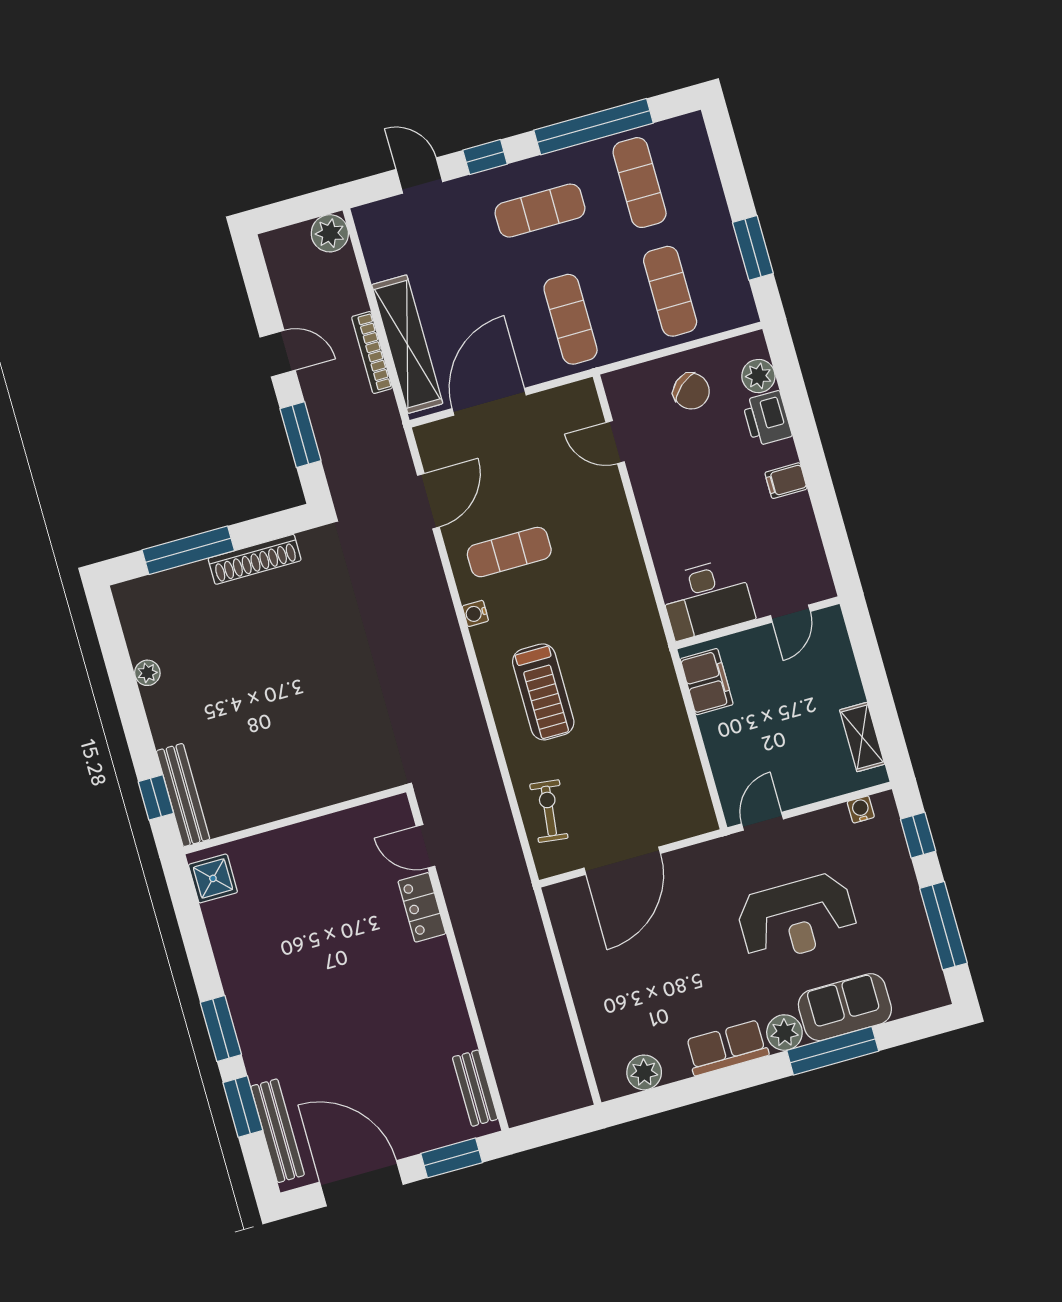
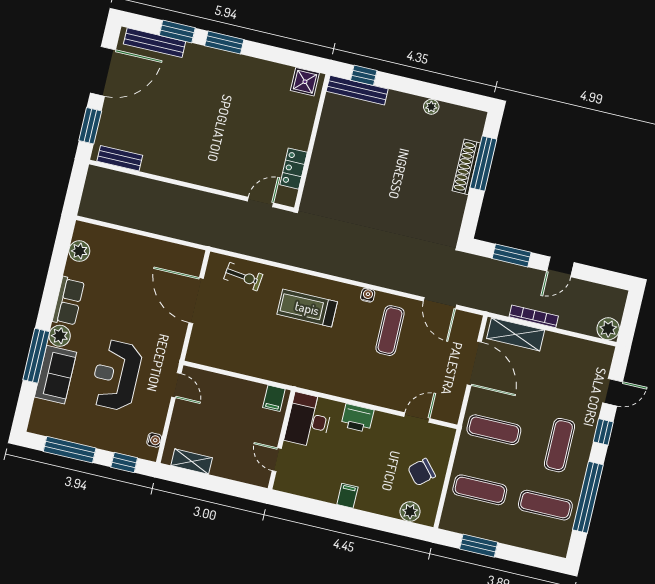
shelving: (407, 344) -> (516, 334), width x0.68
printer: (767, 418) -> (357, 418), moved, turned 180
shoe rack: (255, 559) -> (466, 167), moved
filing cabinet: (707, 682) -> (274, 398), width x0.50
locker: (422, 907) -> (294, 169), moved, turned -90

